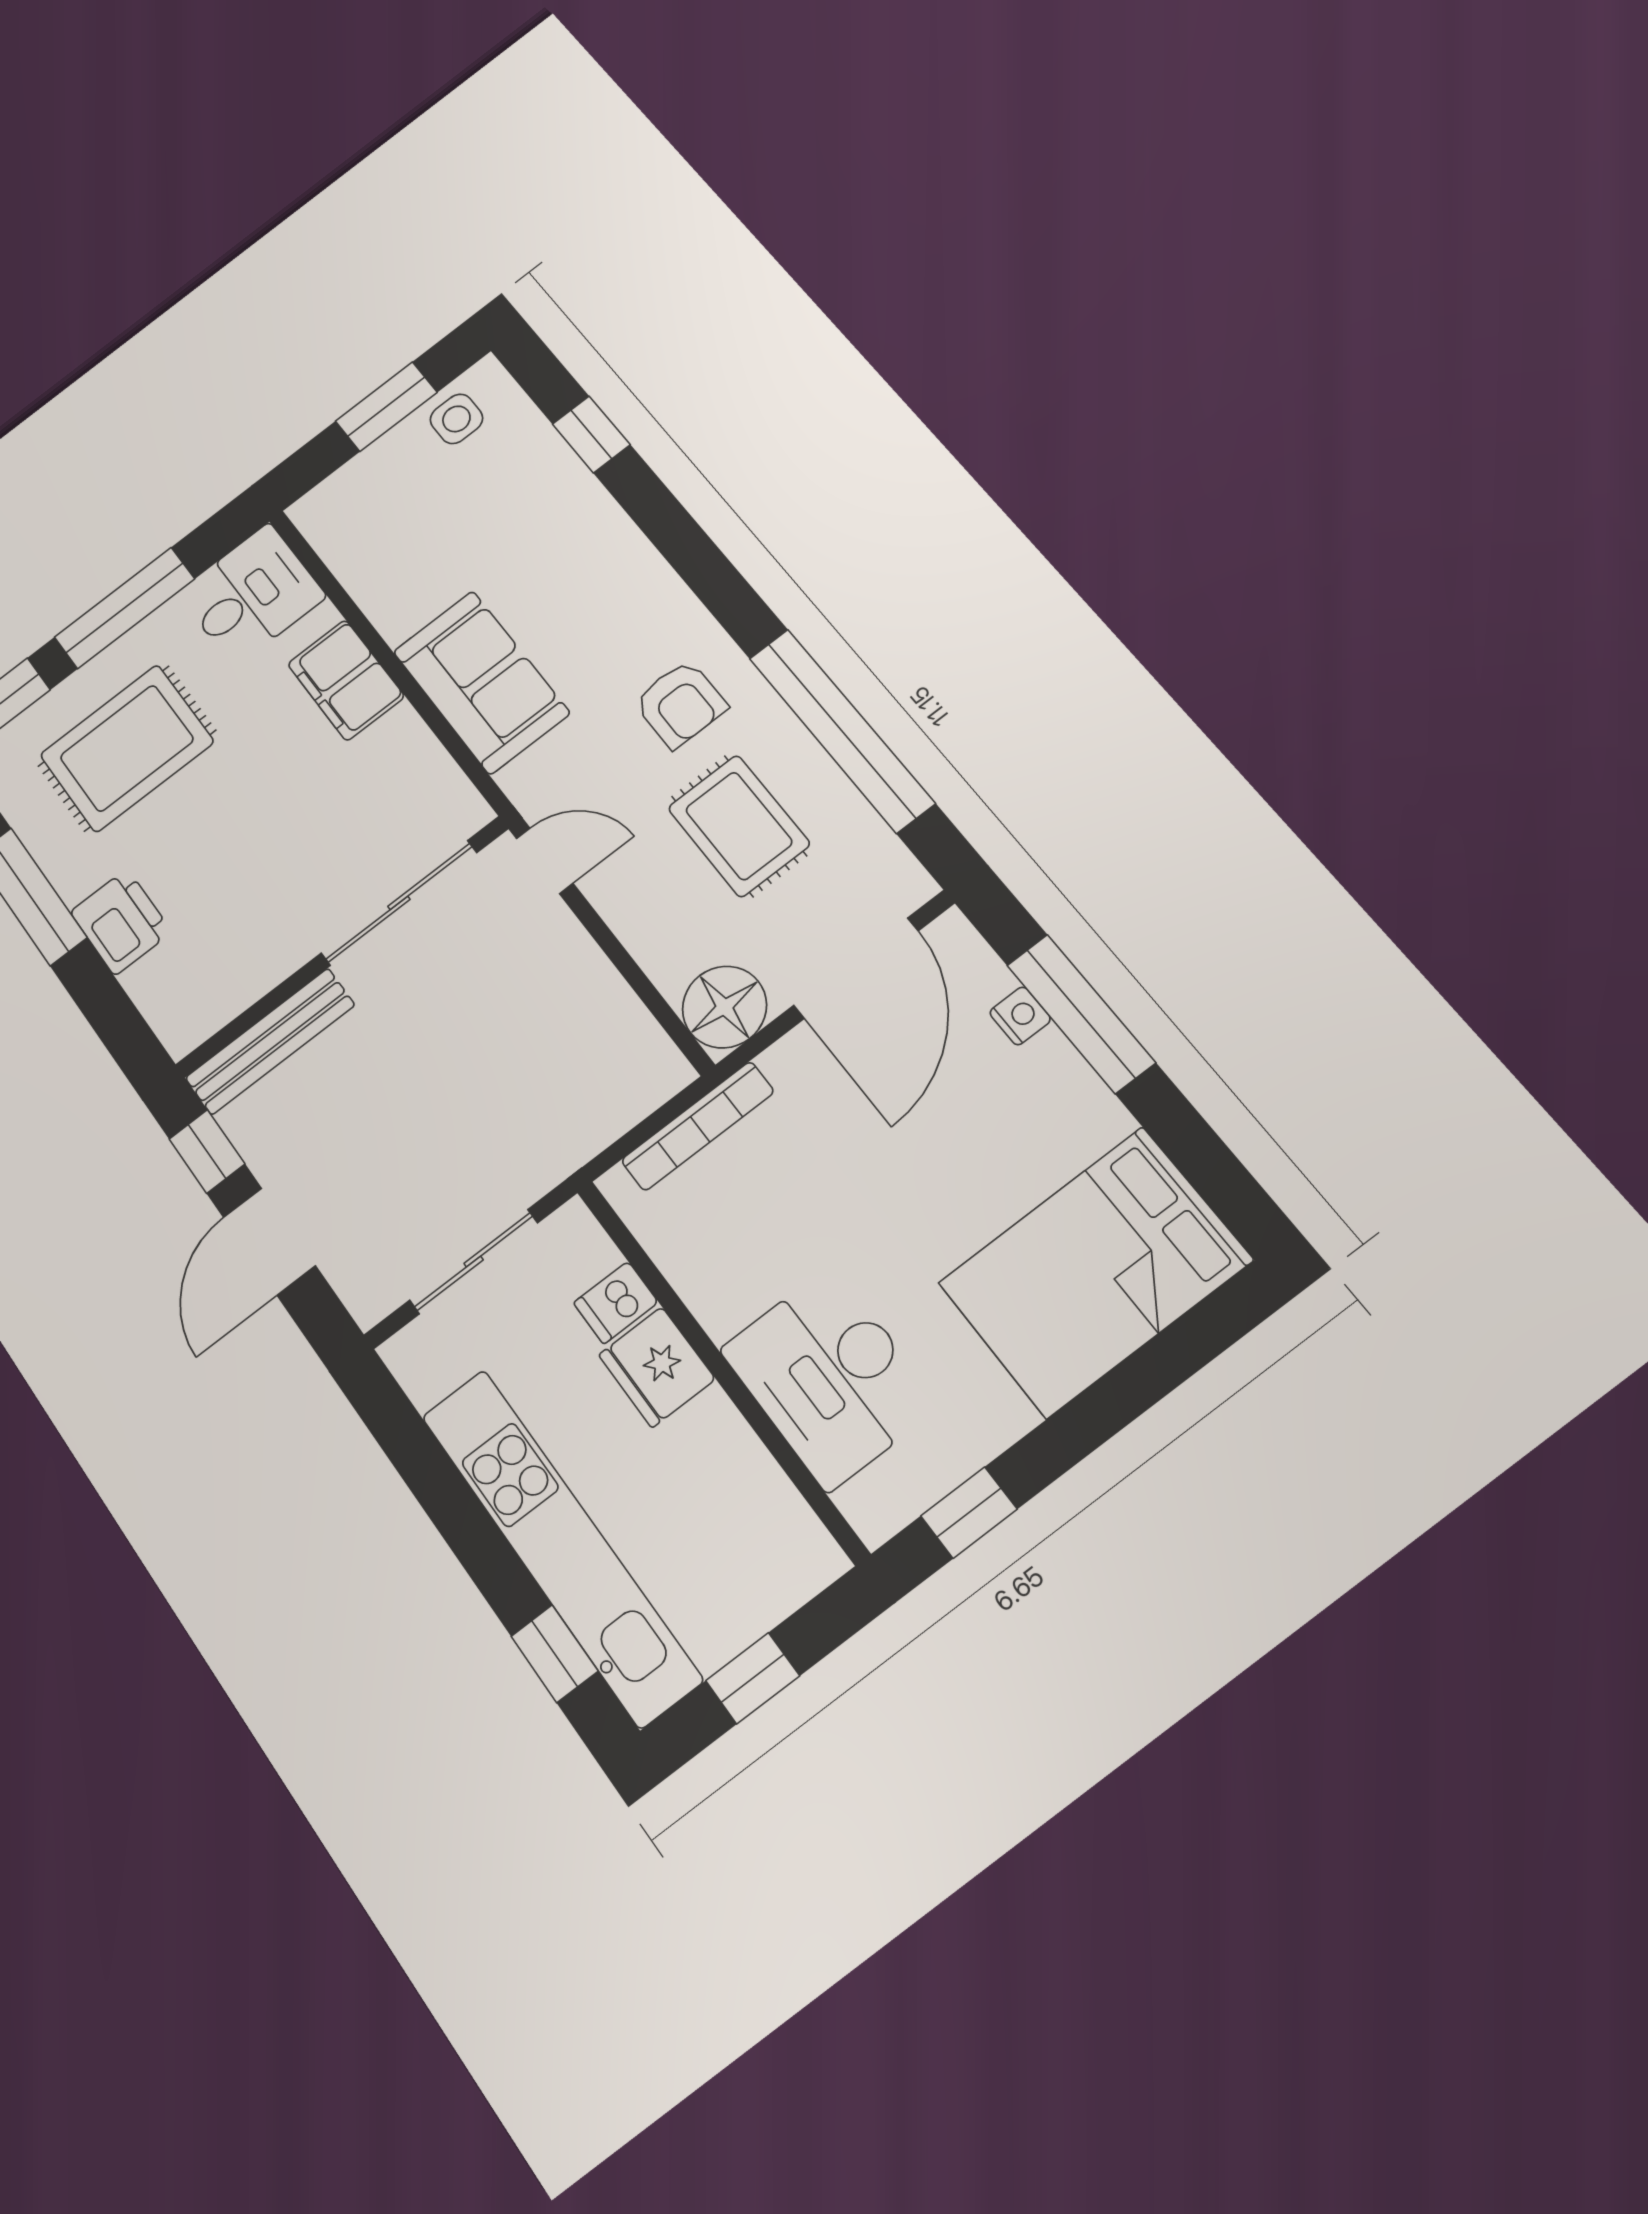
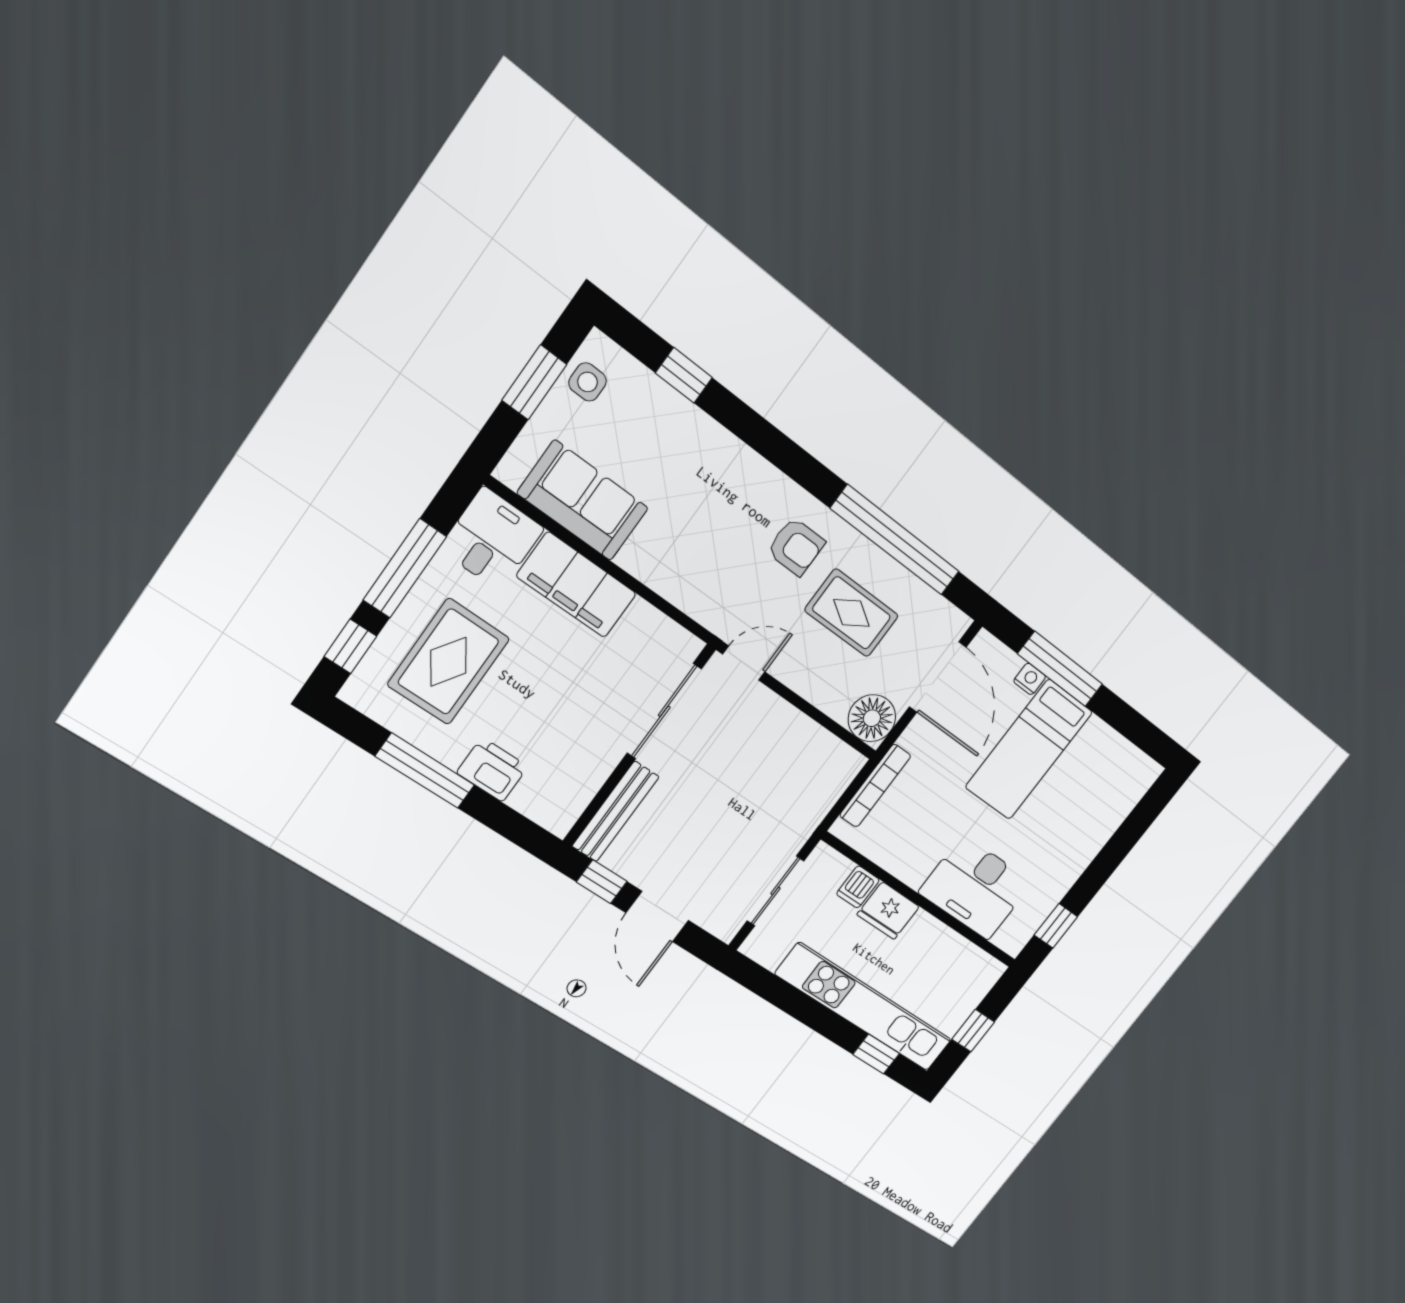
filing cabinet: (346, 680) -> (576, 585), width x1.50, depth x1.17
sofa: (481, 682) -> (583, 501), moved
bed: (1095, 1272) -> (1029, 750), moved, width x0.67

